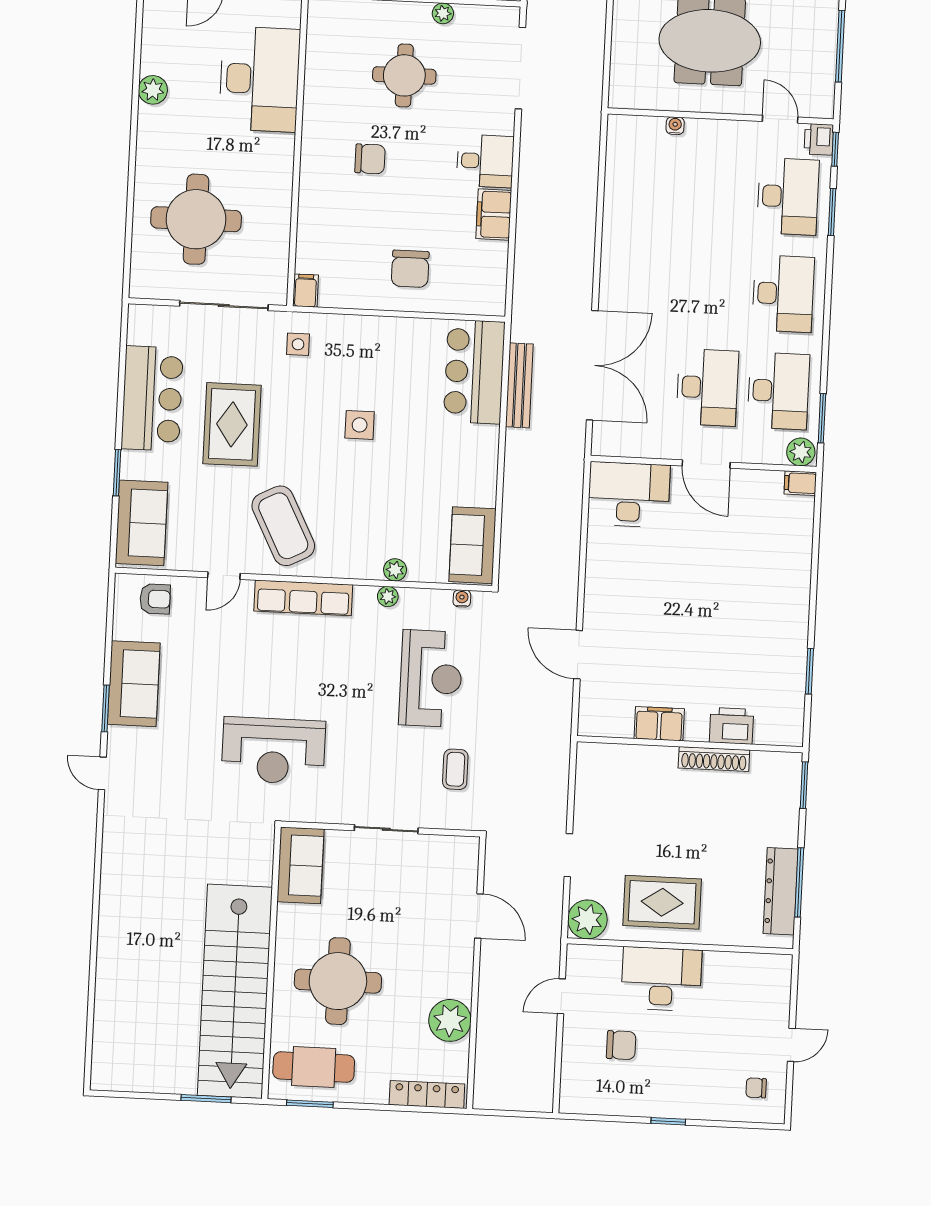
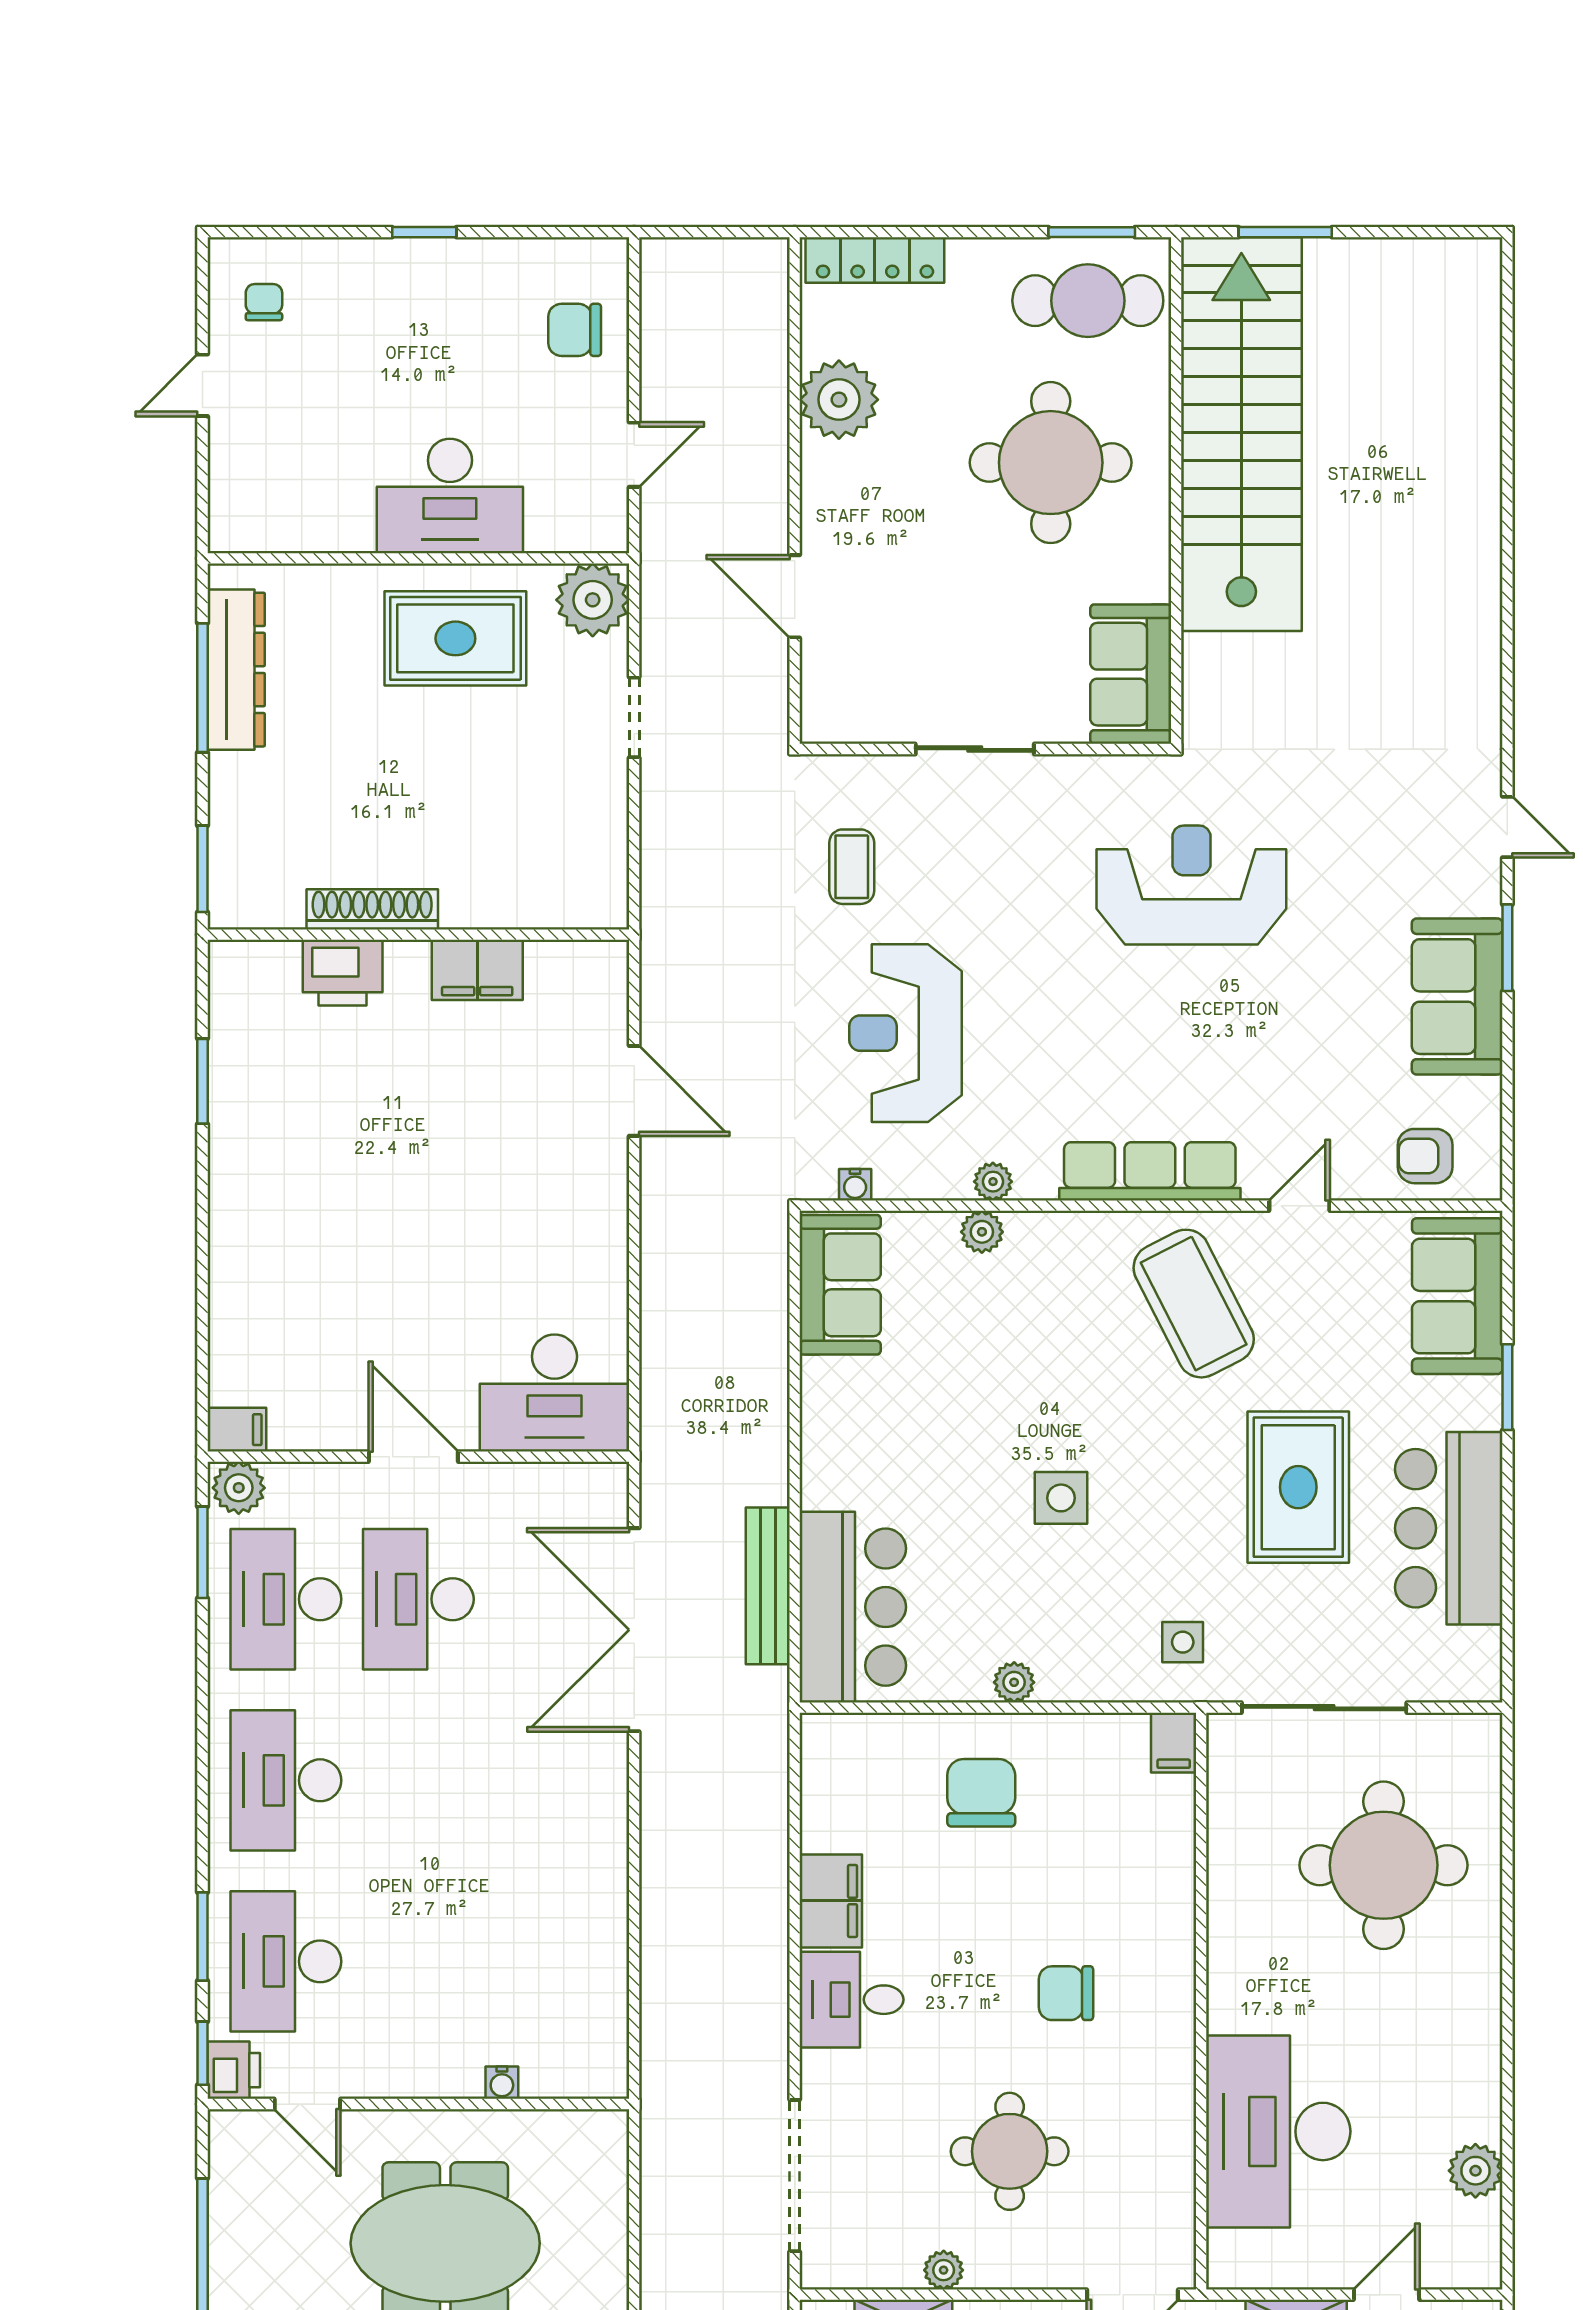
plant: (153, 90) -> (1475, 2171), moved
plant: (390, 327) -> (1014, 1682), added
chair: (621, 1045) -> (575, 330), moved
chair: (756, 1088) -> (264, 302), turned -90

